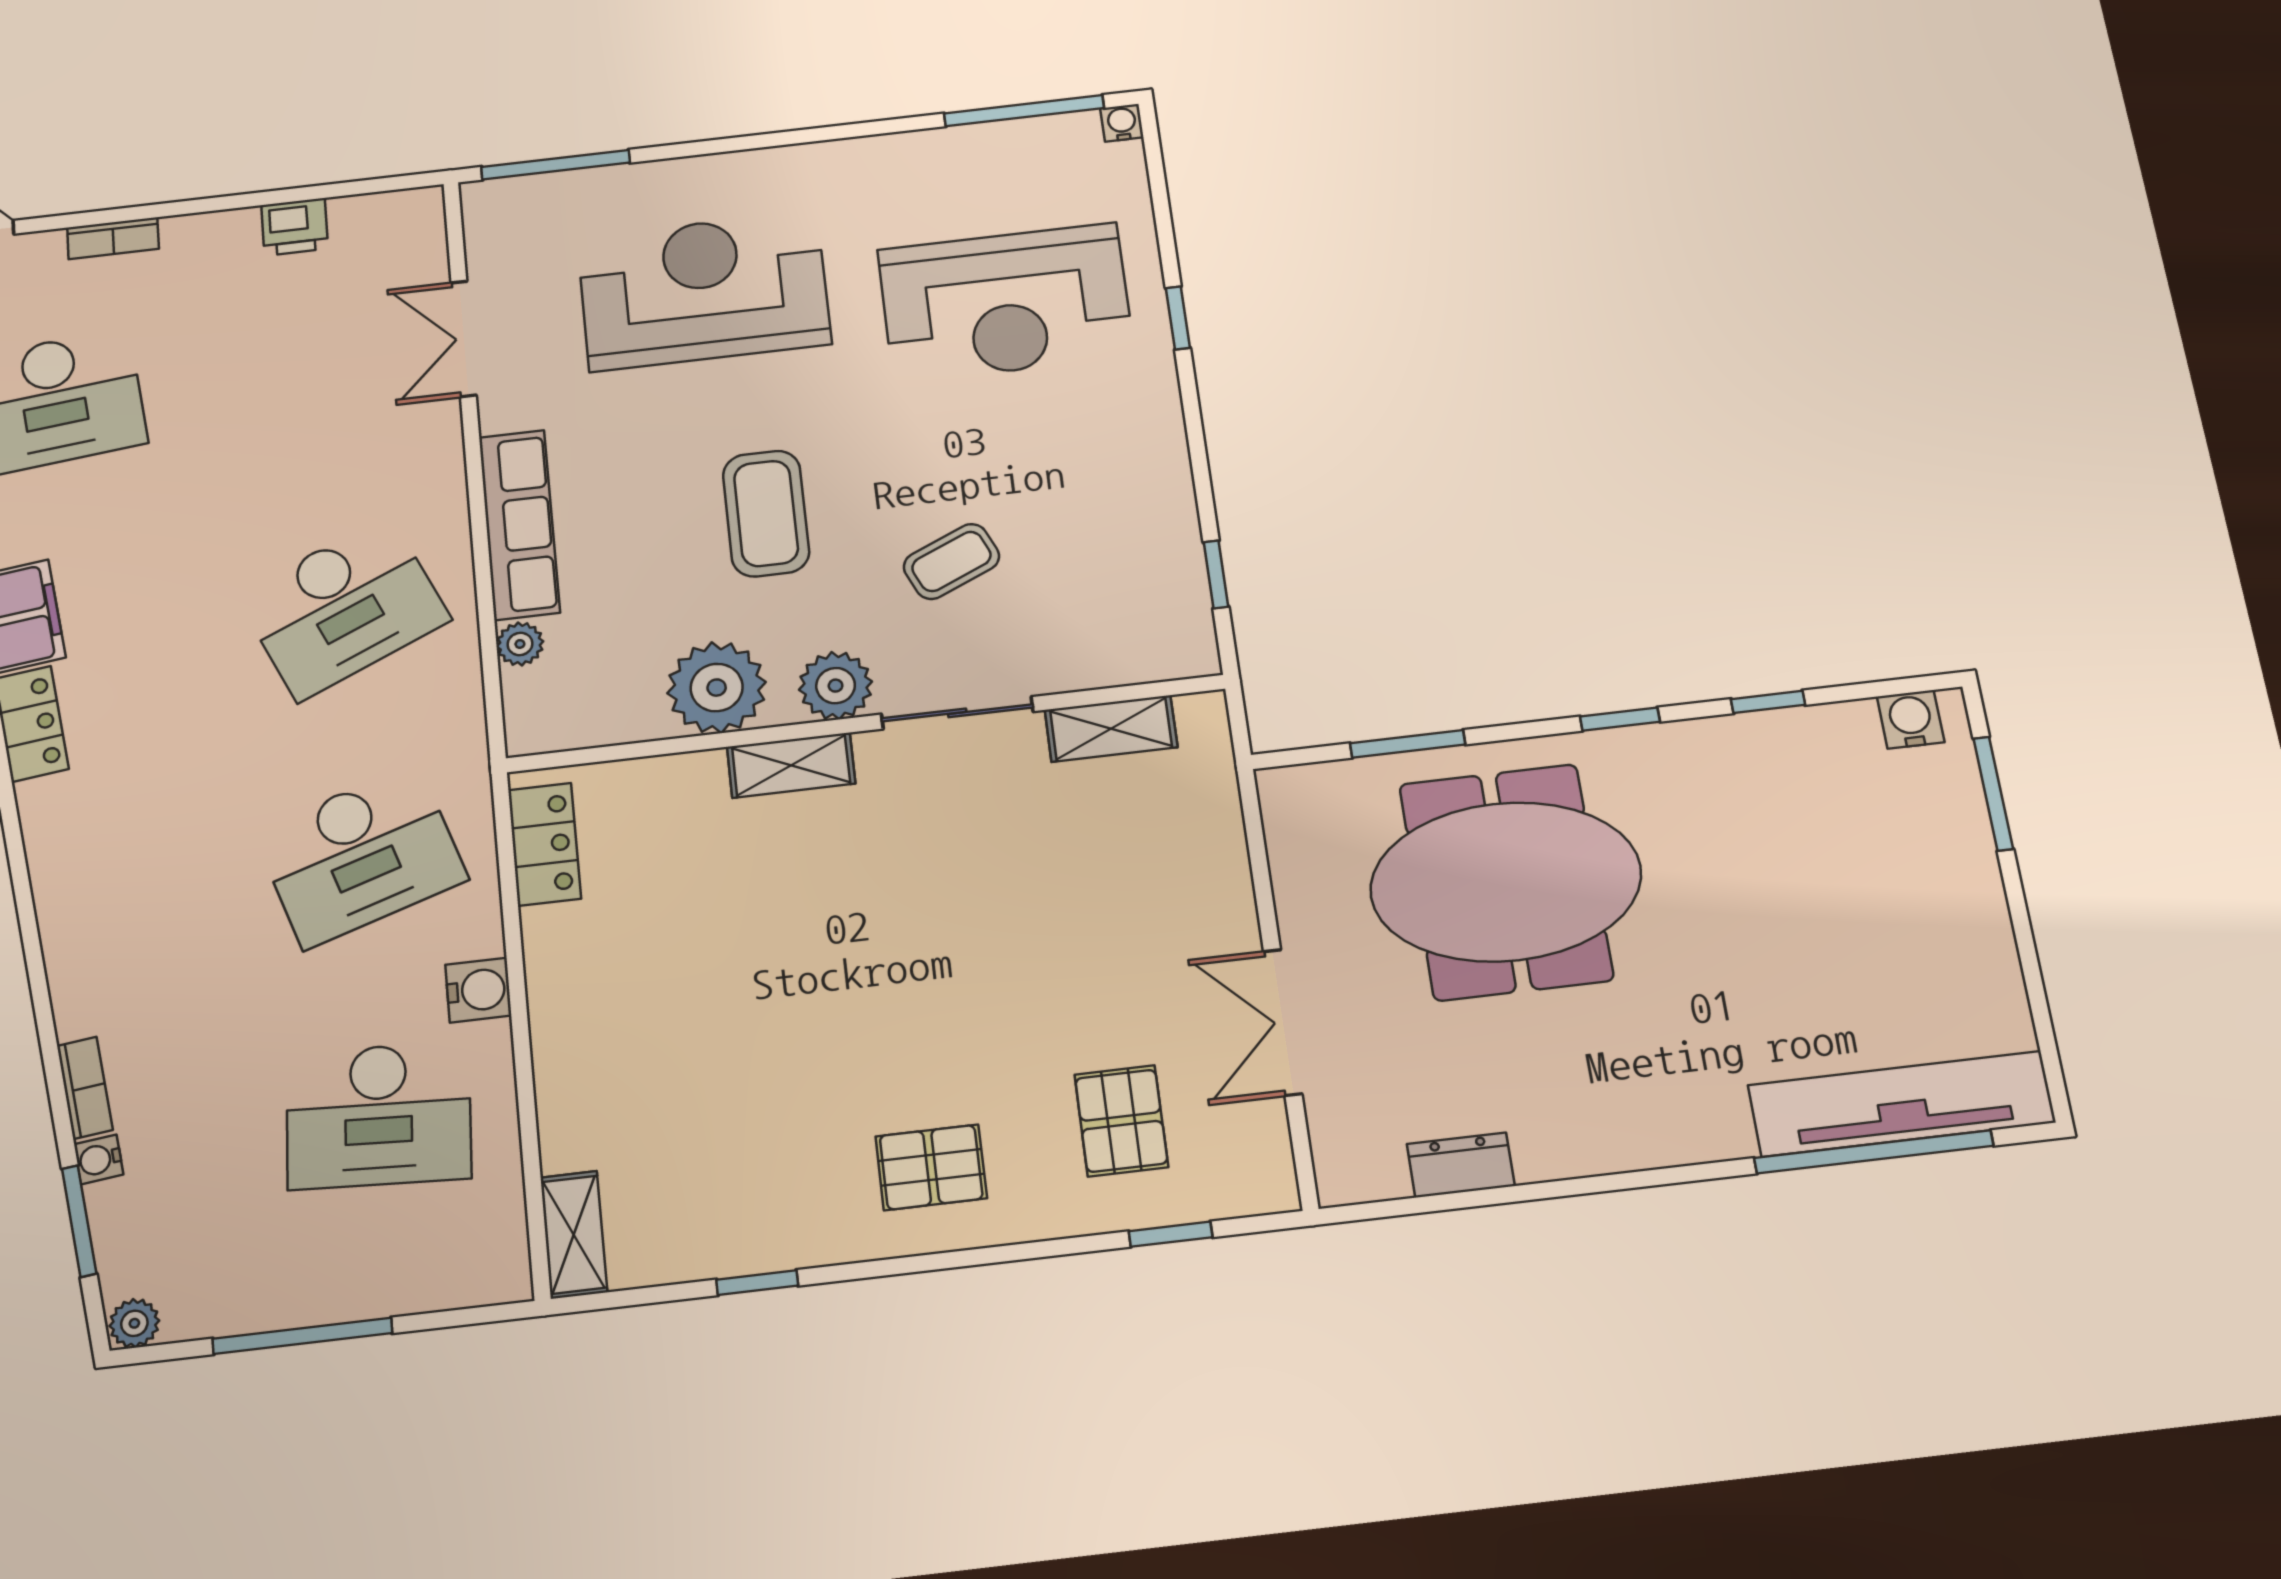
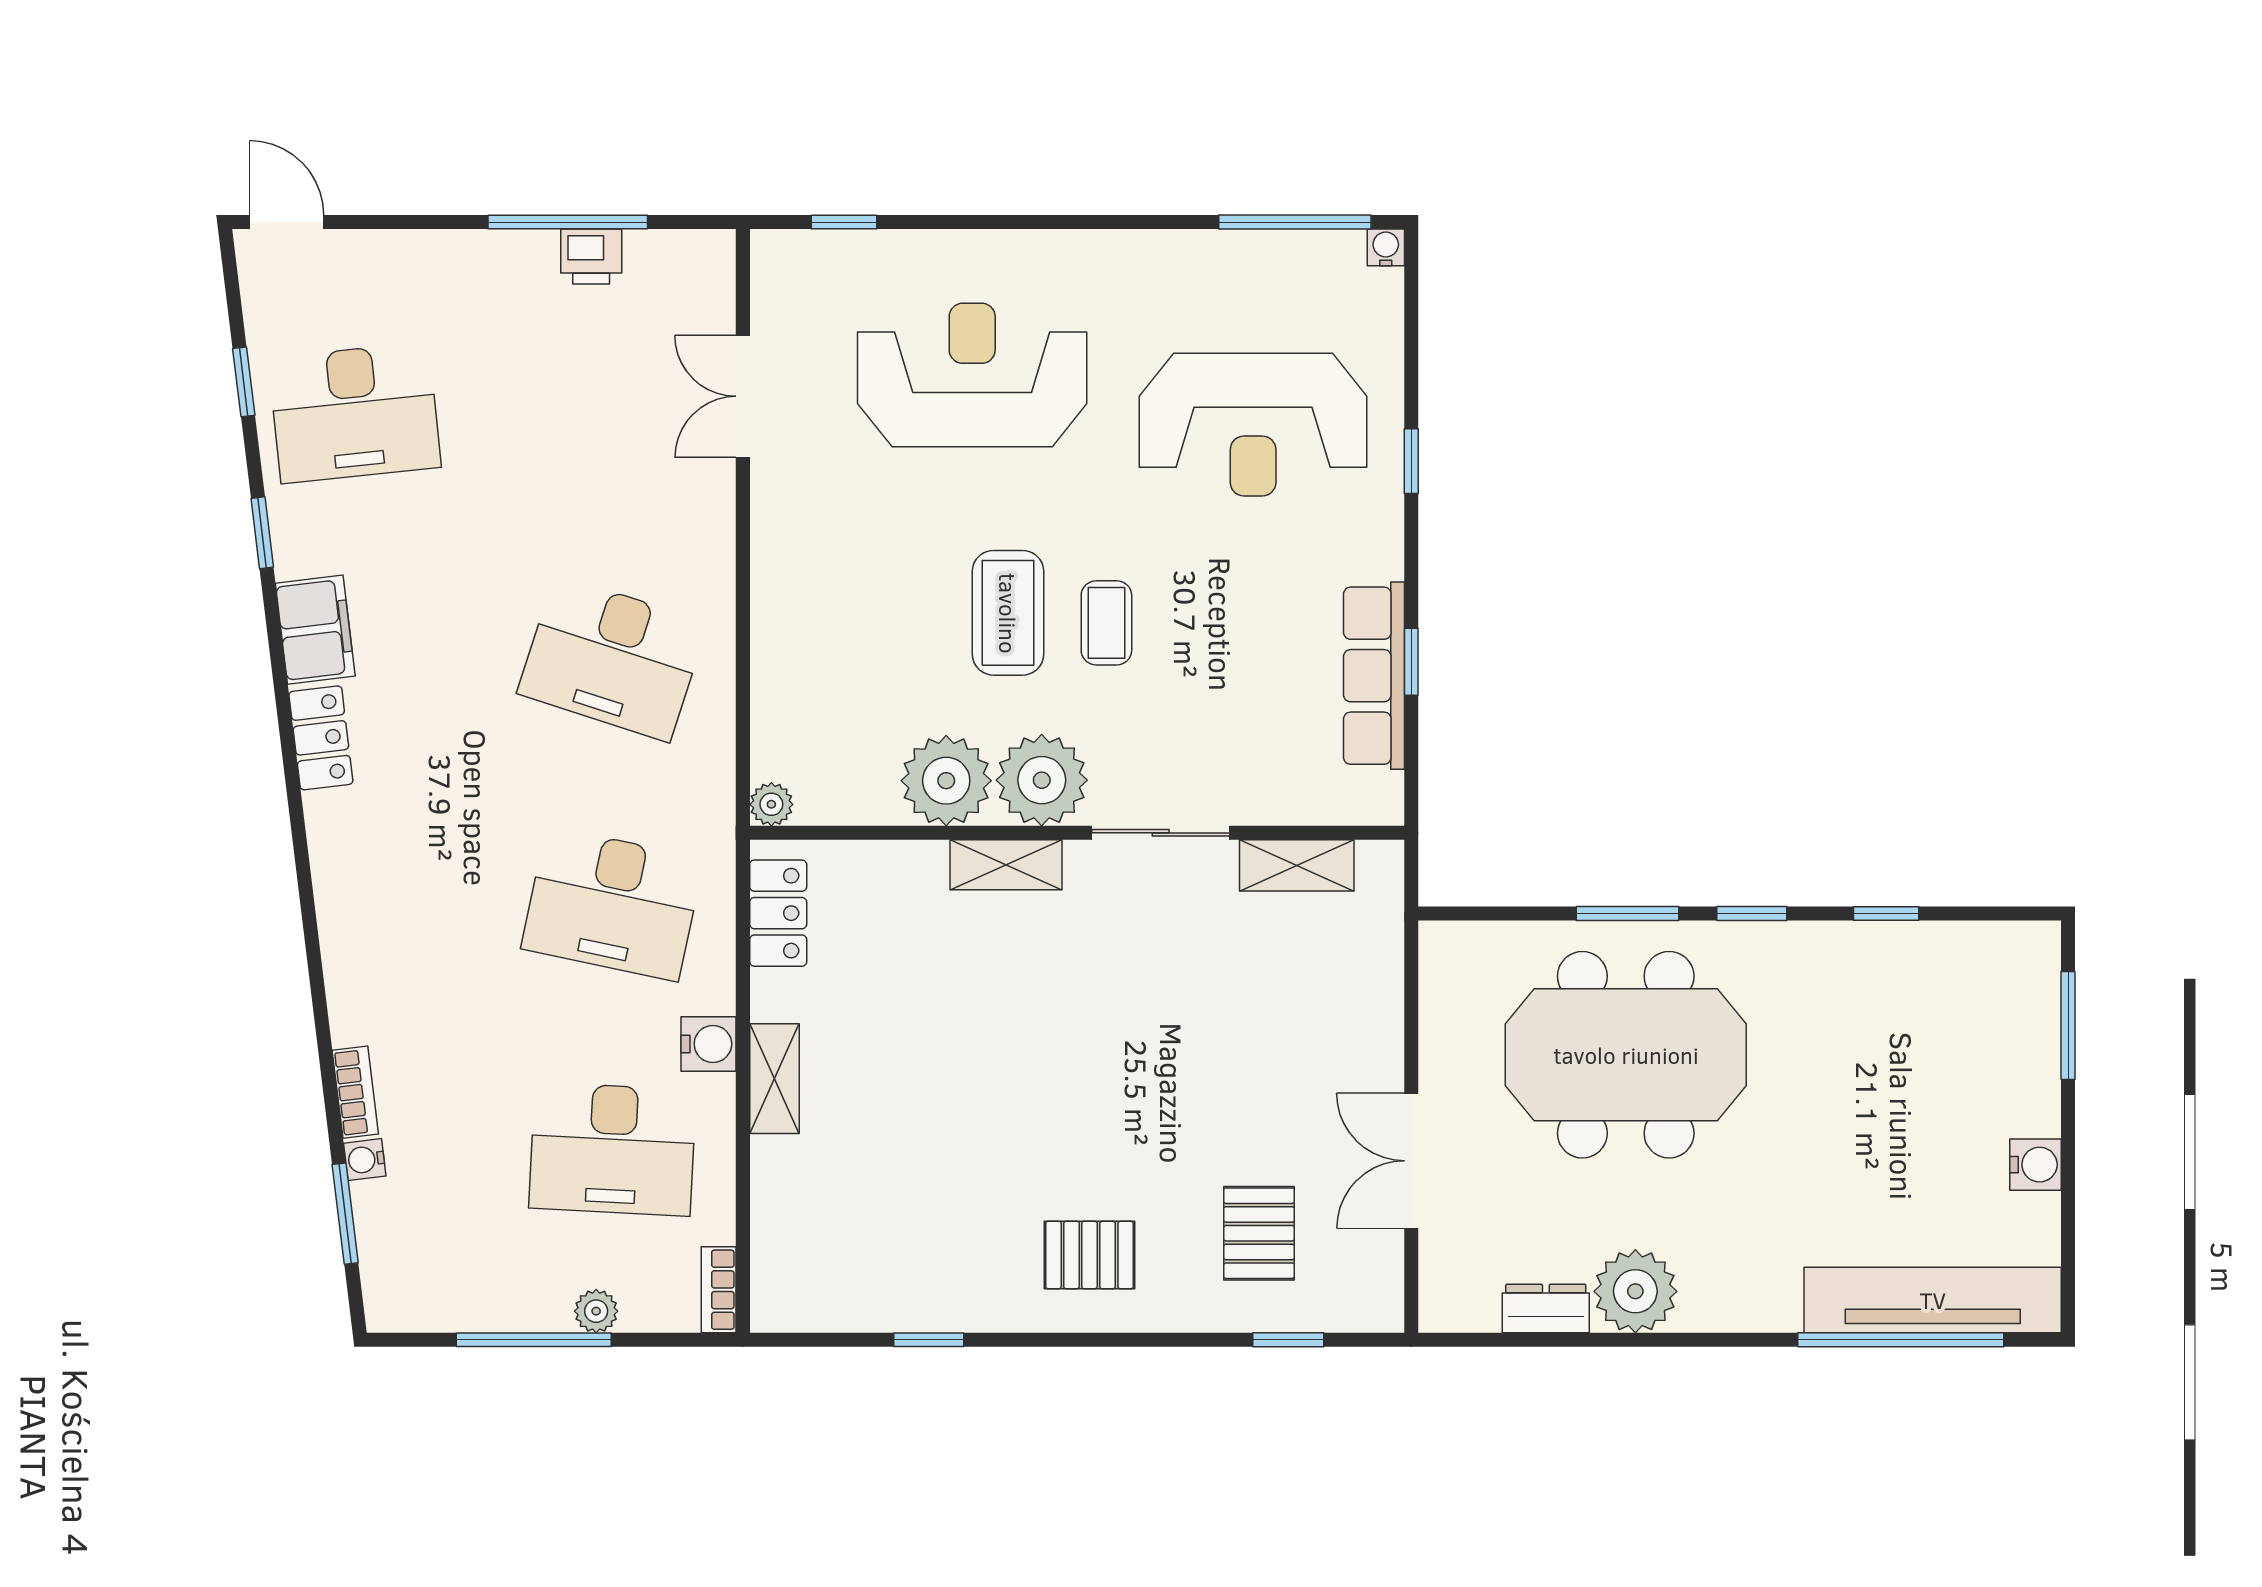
window: (556, 165) -> (844, 222), width x0.46
window: (268, 198) -> (568, 222), added
bookcase: (113, 238) -> (719, 1290), moved, turned 90
row of seats: (519, 525) -> (1374, 676), moved, turned 180
coffee table: (951, 561) -> (1106, 623), moved, turned -66
window: (1216, 574) -> (1411, 662), moved
desk: (343, 608) -> (613, 658), turned 42
plant: (520, 644) -> (771, 804), moved
plant: (836, 686) -> (1042, 780), width x1.36, depth x1.36
water cooler: (1911, 719) -> (2035, 1165), moved, turned 90
window: (1408, 744) -> (1627, 913), moved
desk: (361, 856) -> (613, 904), turned 30
plant: (1560, 1134) -> (1635, 1291), added
shelving: (574, 1235) -> (774, 1079), moved
plant: (134, 1323) -> (596, 1311), moved

